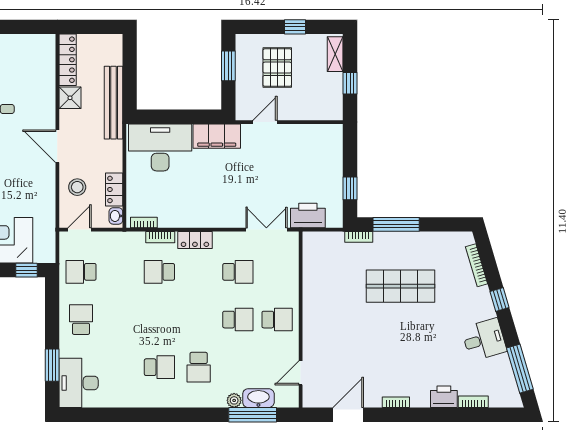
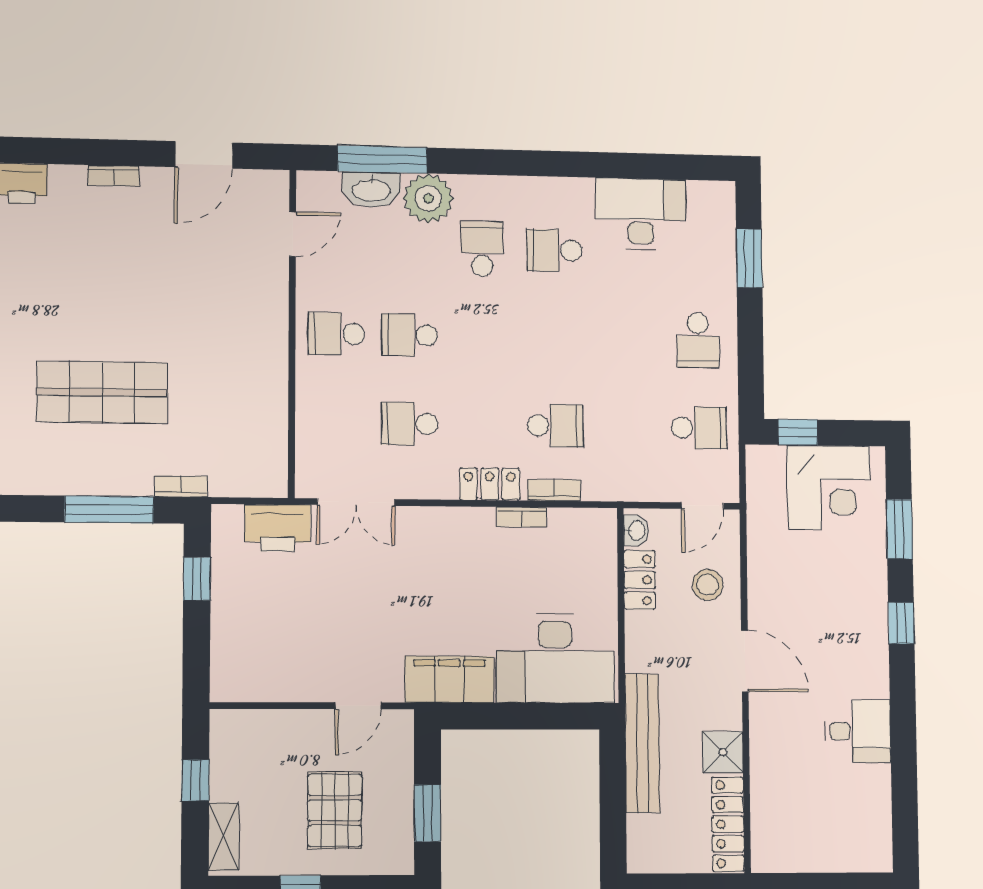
bookcase: (144, 223) -> (522, 517), moved
desk: (79, 383) -> (641, 214), moved, turned -90
plant: (234, 400) -> (428, 198), width x1.88, depth x1.88

